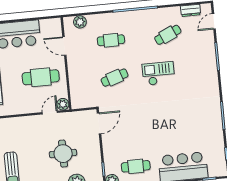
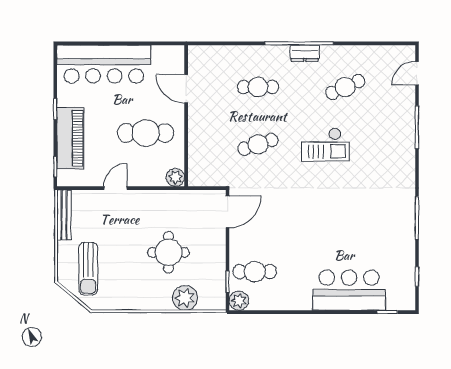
dresser: (191, 10) -> (305, 53), moved
plant: (80, 22) -> (214, 55), removed
checkout: (158, 74) -> (325, 145), turned 180
door: (50, 113) -> (115, 188), moved
cafe table: (136, 166) -> (255, 272), moved

